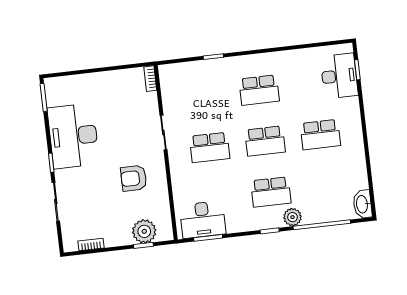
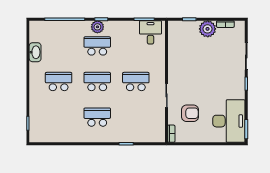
desk: (339, 76) -> (41, 120), removed
desk: (73, 136) -> (229, 121), moved
armchair: (134, 178) -> (190, 113), moved
washbasin: (362, 204) -> (35, 52), moved
plant: (292, 217) -> (97, 27), moved
desk: (203, 220) -> (151, 32), width x0.73
plant: (144, 231) -> (208, 29), moved

